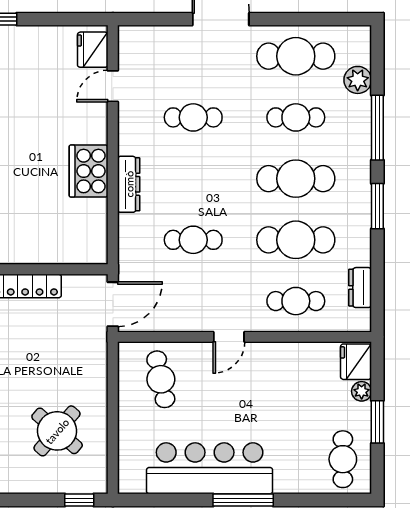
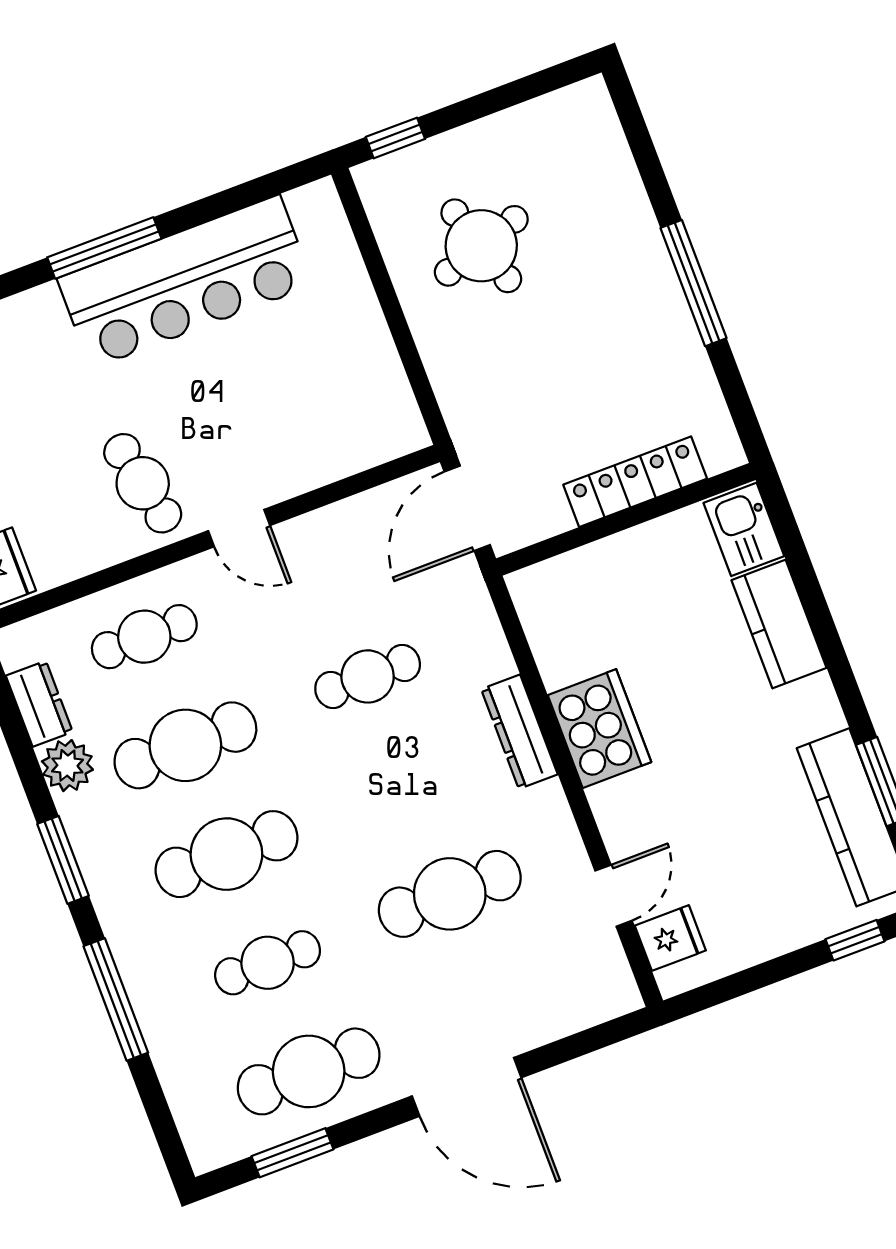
window: (319, 19) -> (293, 1153), added
fridge: (93, 50) -> (670, 938), width x0.72
plant: (358, 80) -> (67, 766), moved
cafe table: (193, 117) -> (450, 894), width x1.37, depth x1.35
door: (229, 337) -> (239, 528), swing flipped
cafe table: (161, 379) -> (143, 483), moved
round table: (57, 431) -> (481, 246), turned 31

